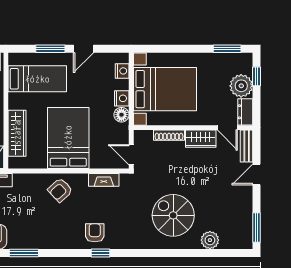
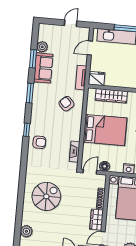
floor lamp: (121, 115) -> (105, 166), moved
armchair: (60, 190) -> (66, 104), moved
plant: (210, 240) -> (26, 231), moved
window: (101, 253) -> (27, 130), moved

